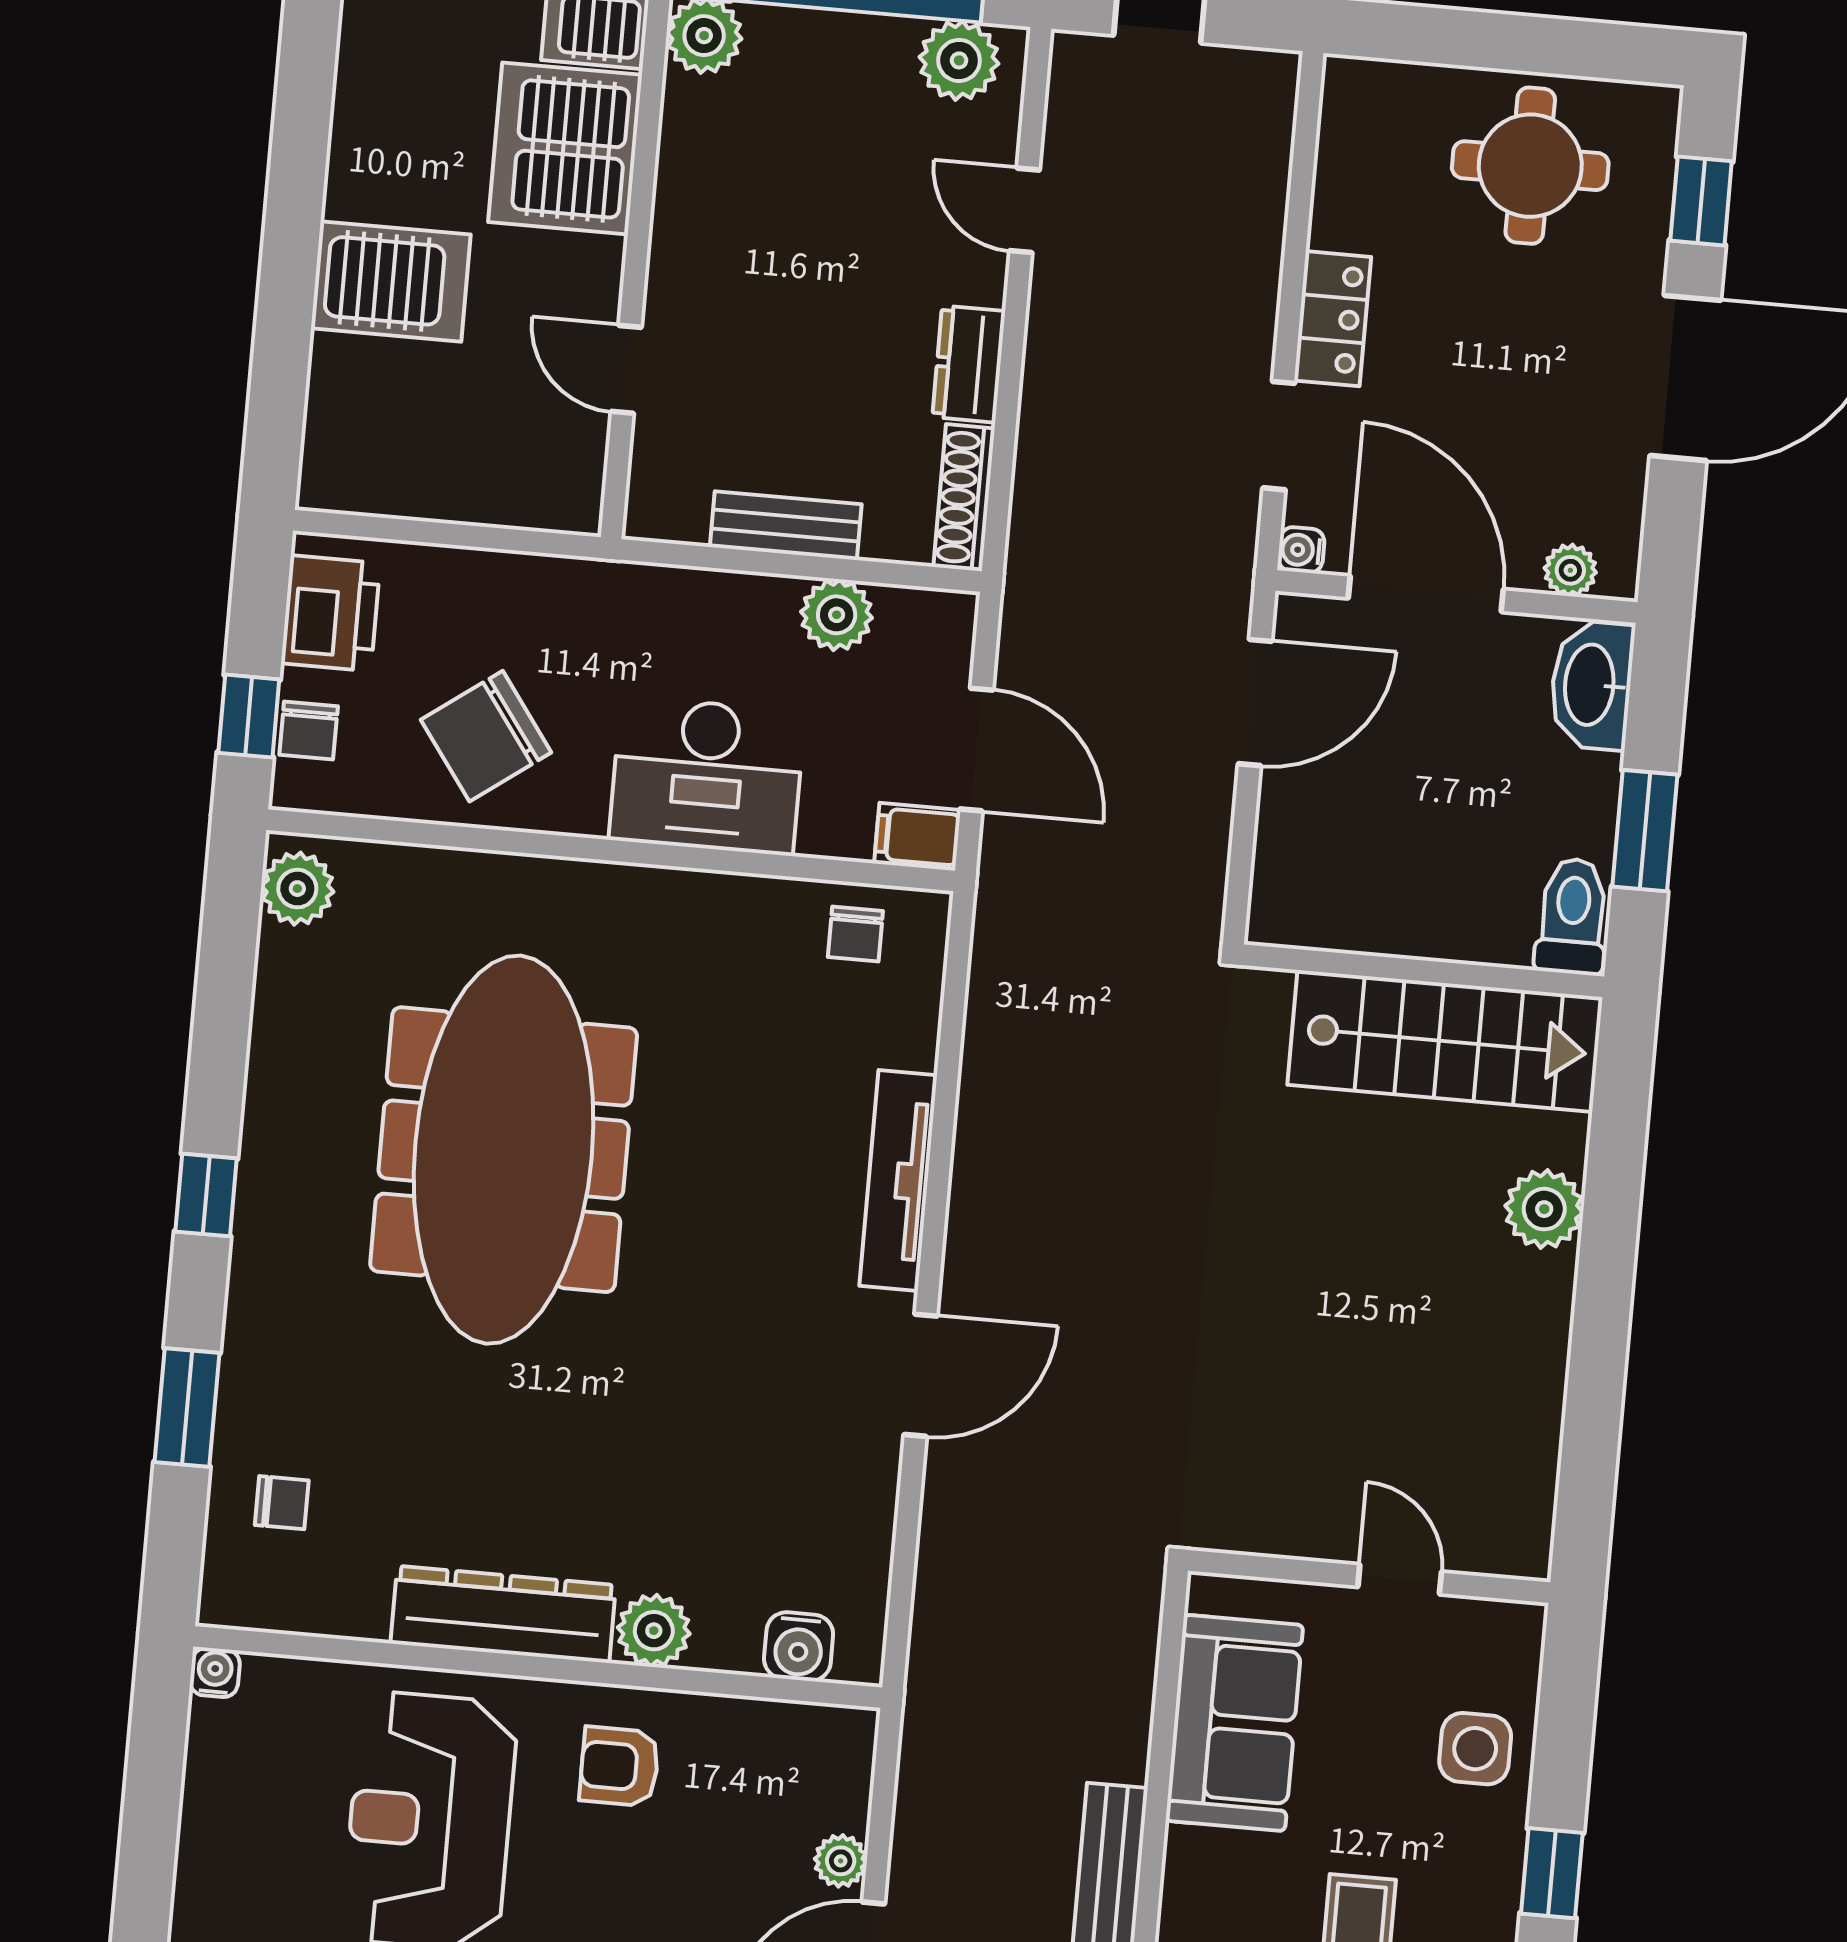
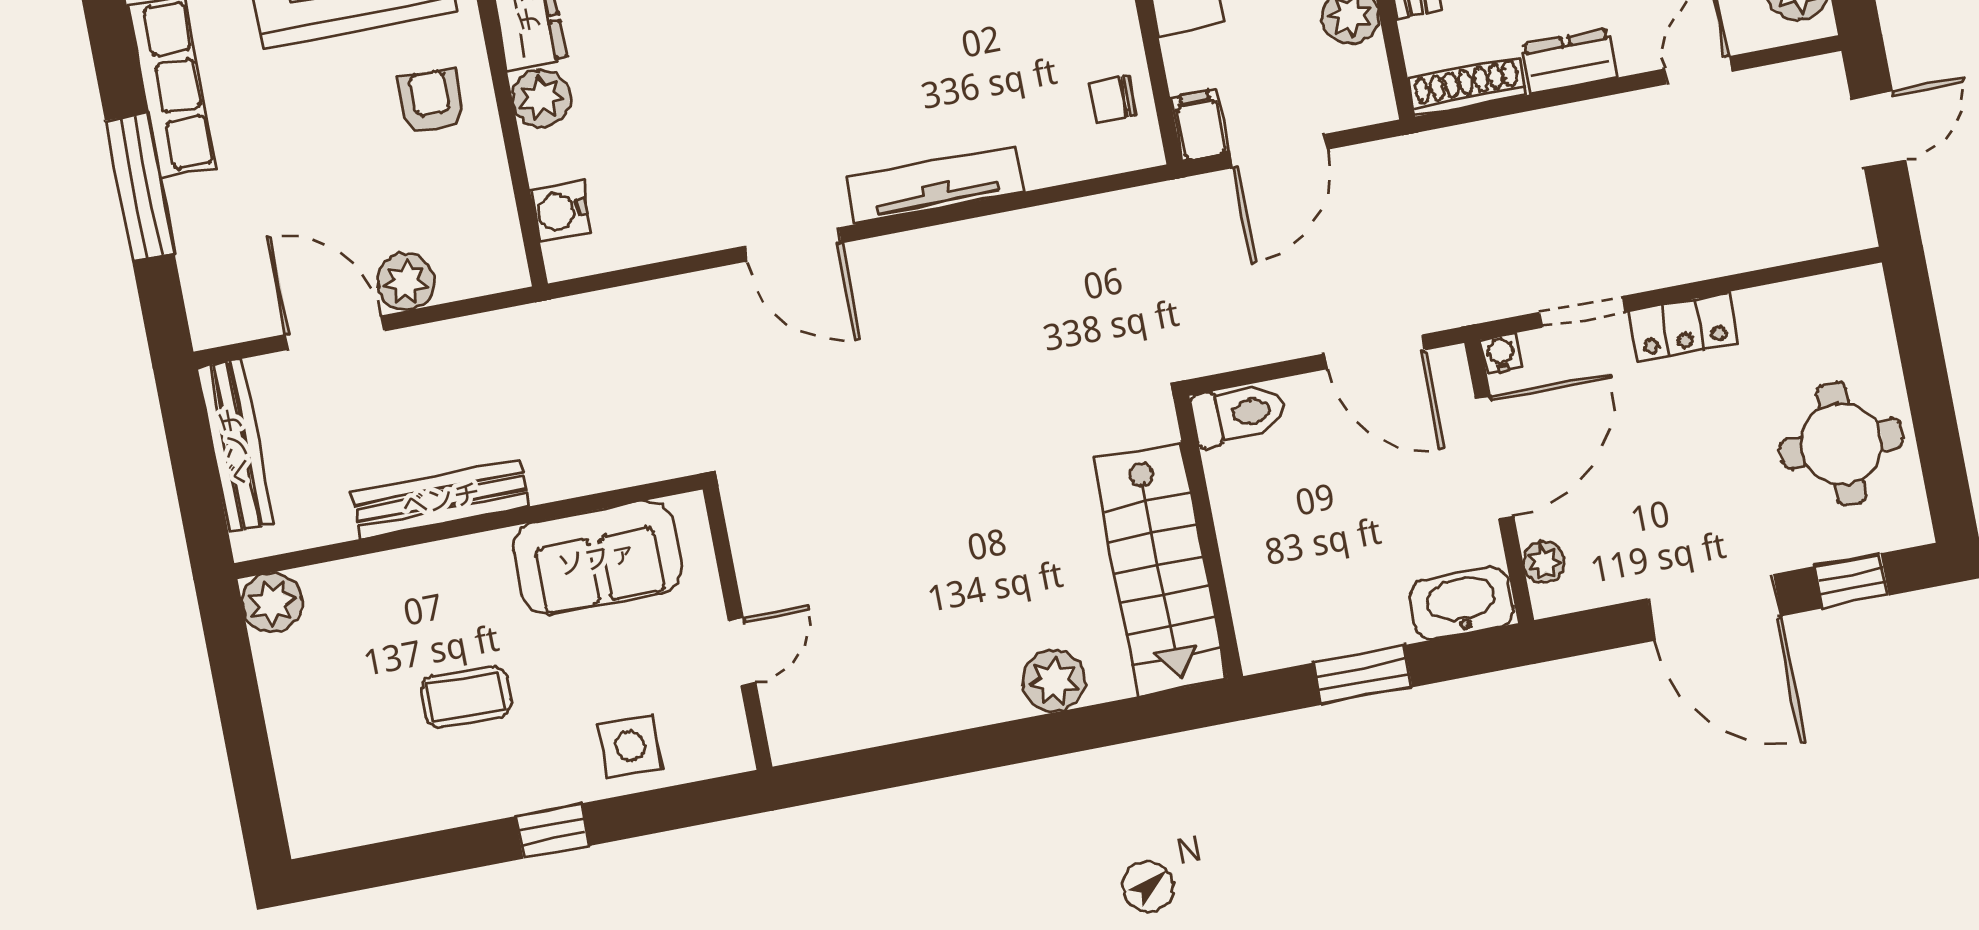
toilet: (1572, 916) -> (1239, 414), moved
plant: (841, 1861) -> (406, 282), width x1.38, depth x1.38

